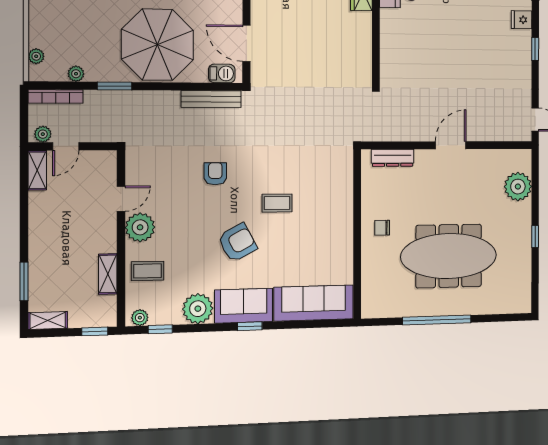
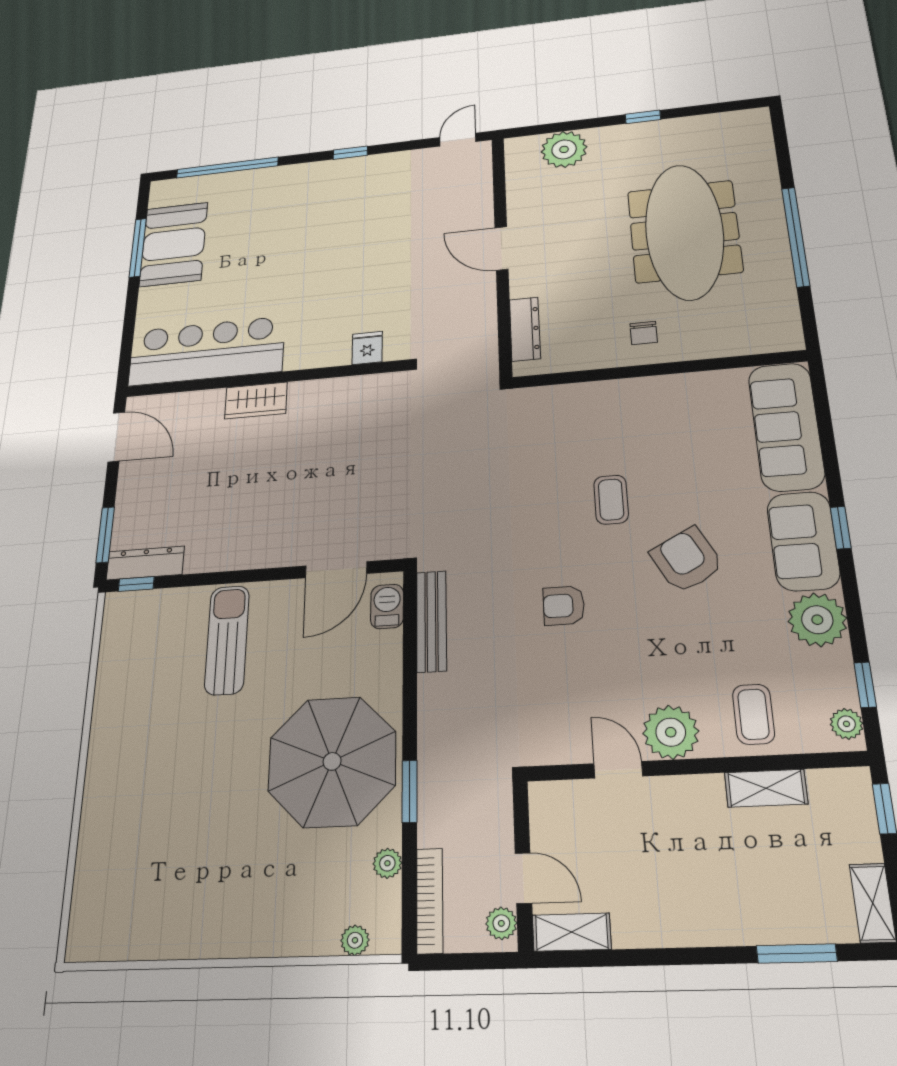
fridge: (522, 20) -> (367, 348), moved, turned 180
parasol: (157, 45) -> (332, 761), moved

